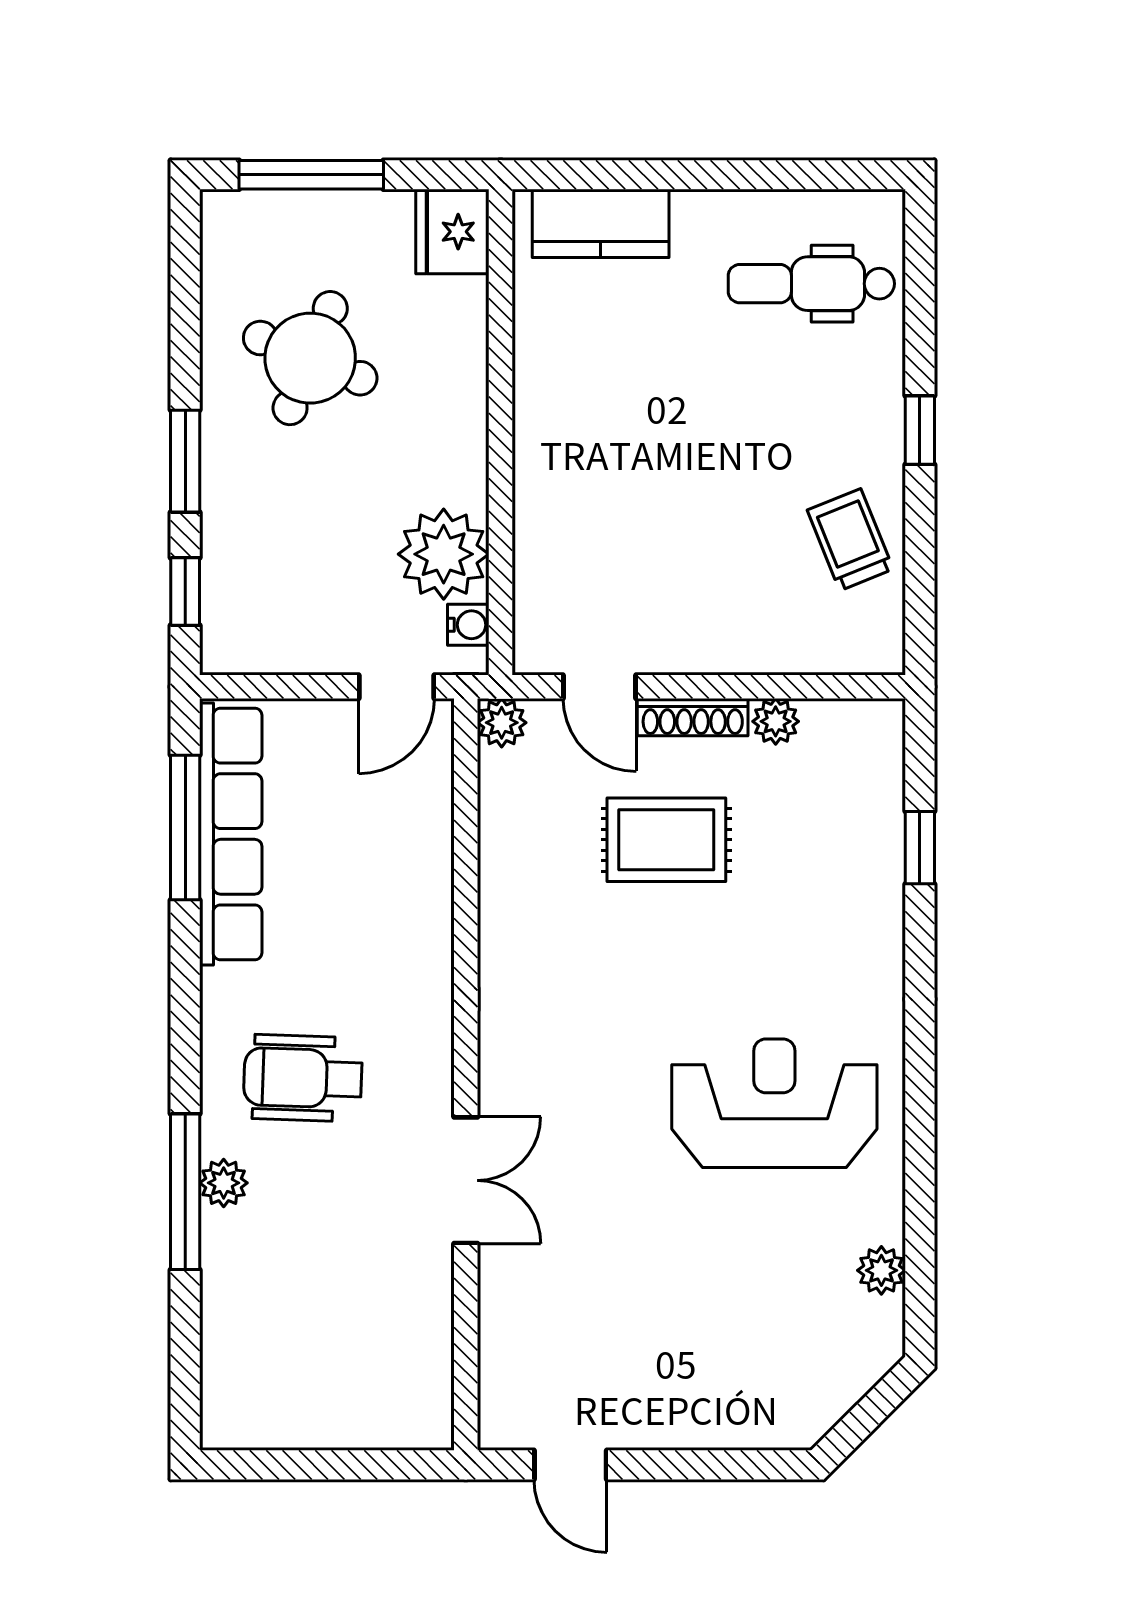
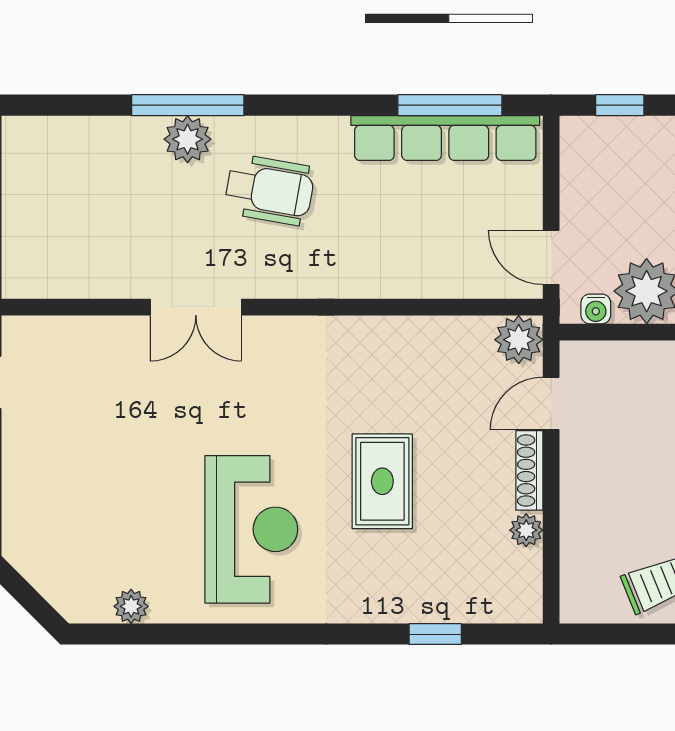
plant: (502, 723) -> (519, 340), width x1.38, depth x1.38
rug: (666, 840) -> (382, 481), moved
wheelchair: (303, 1078) -> (270, 190), turned 98
plant: (224, 1183) -> (188, 139), width x1.38, depth x1.38

